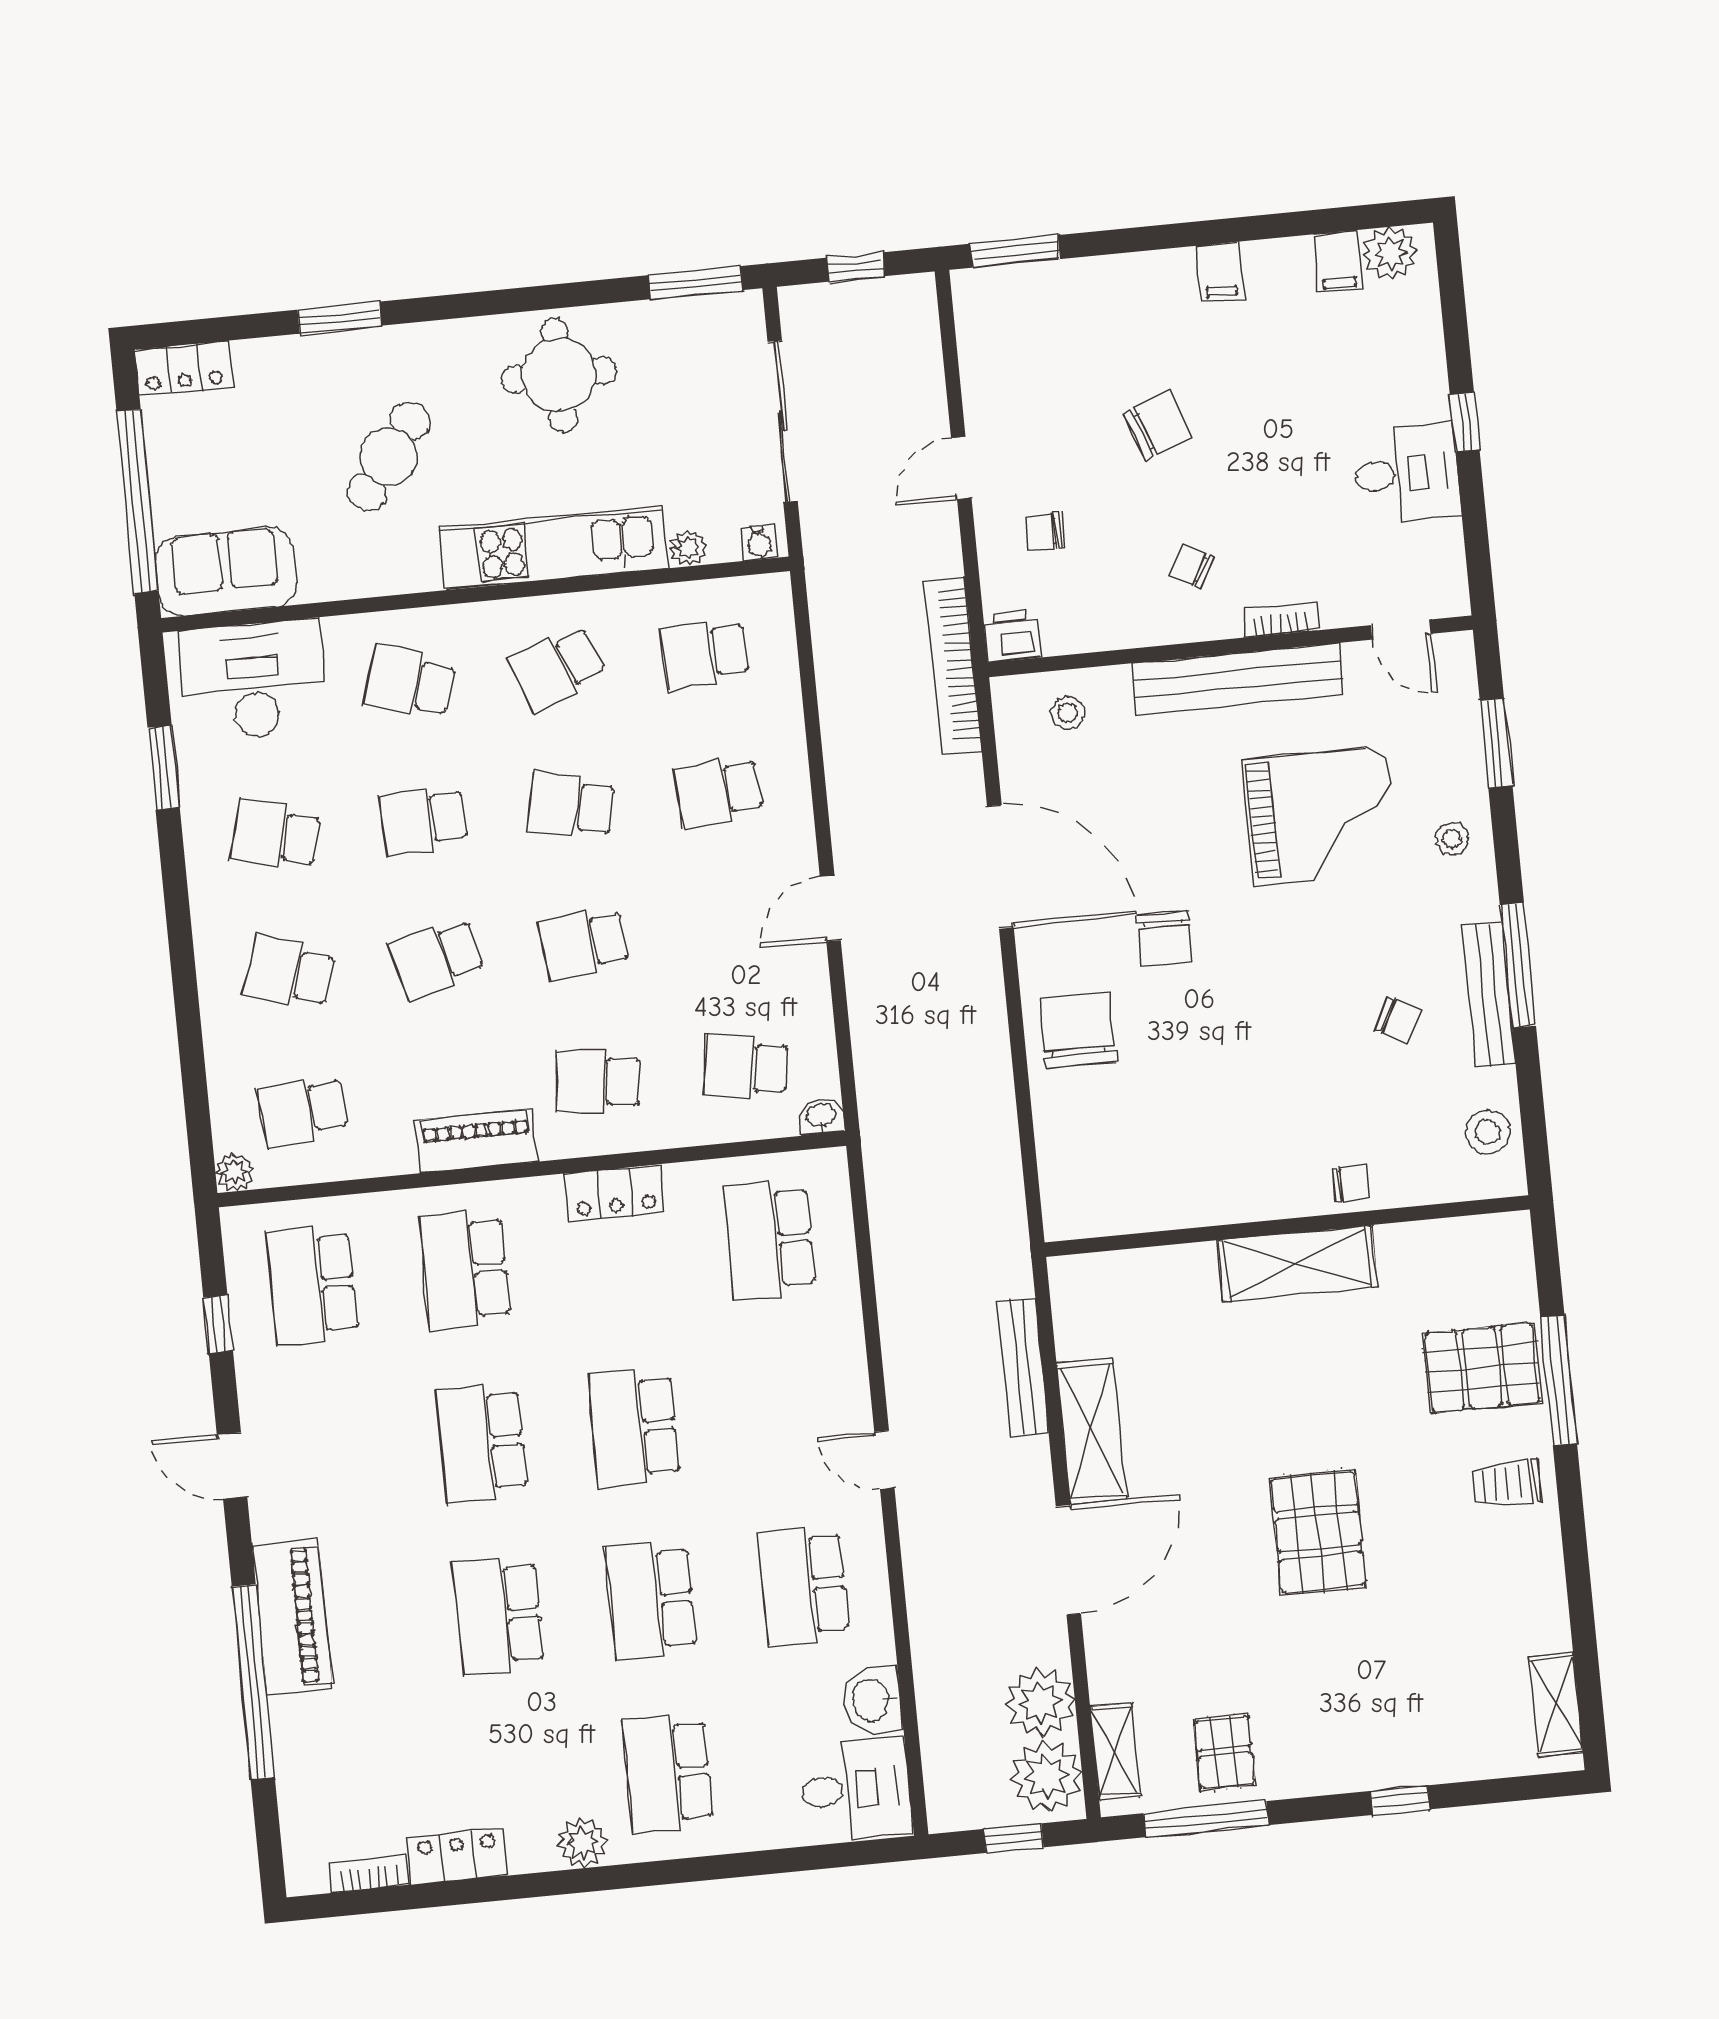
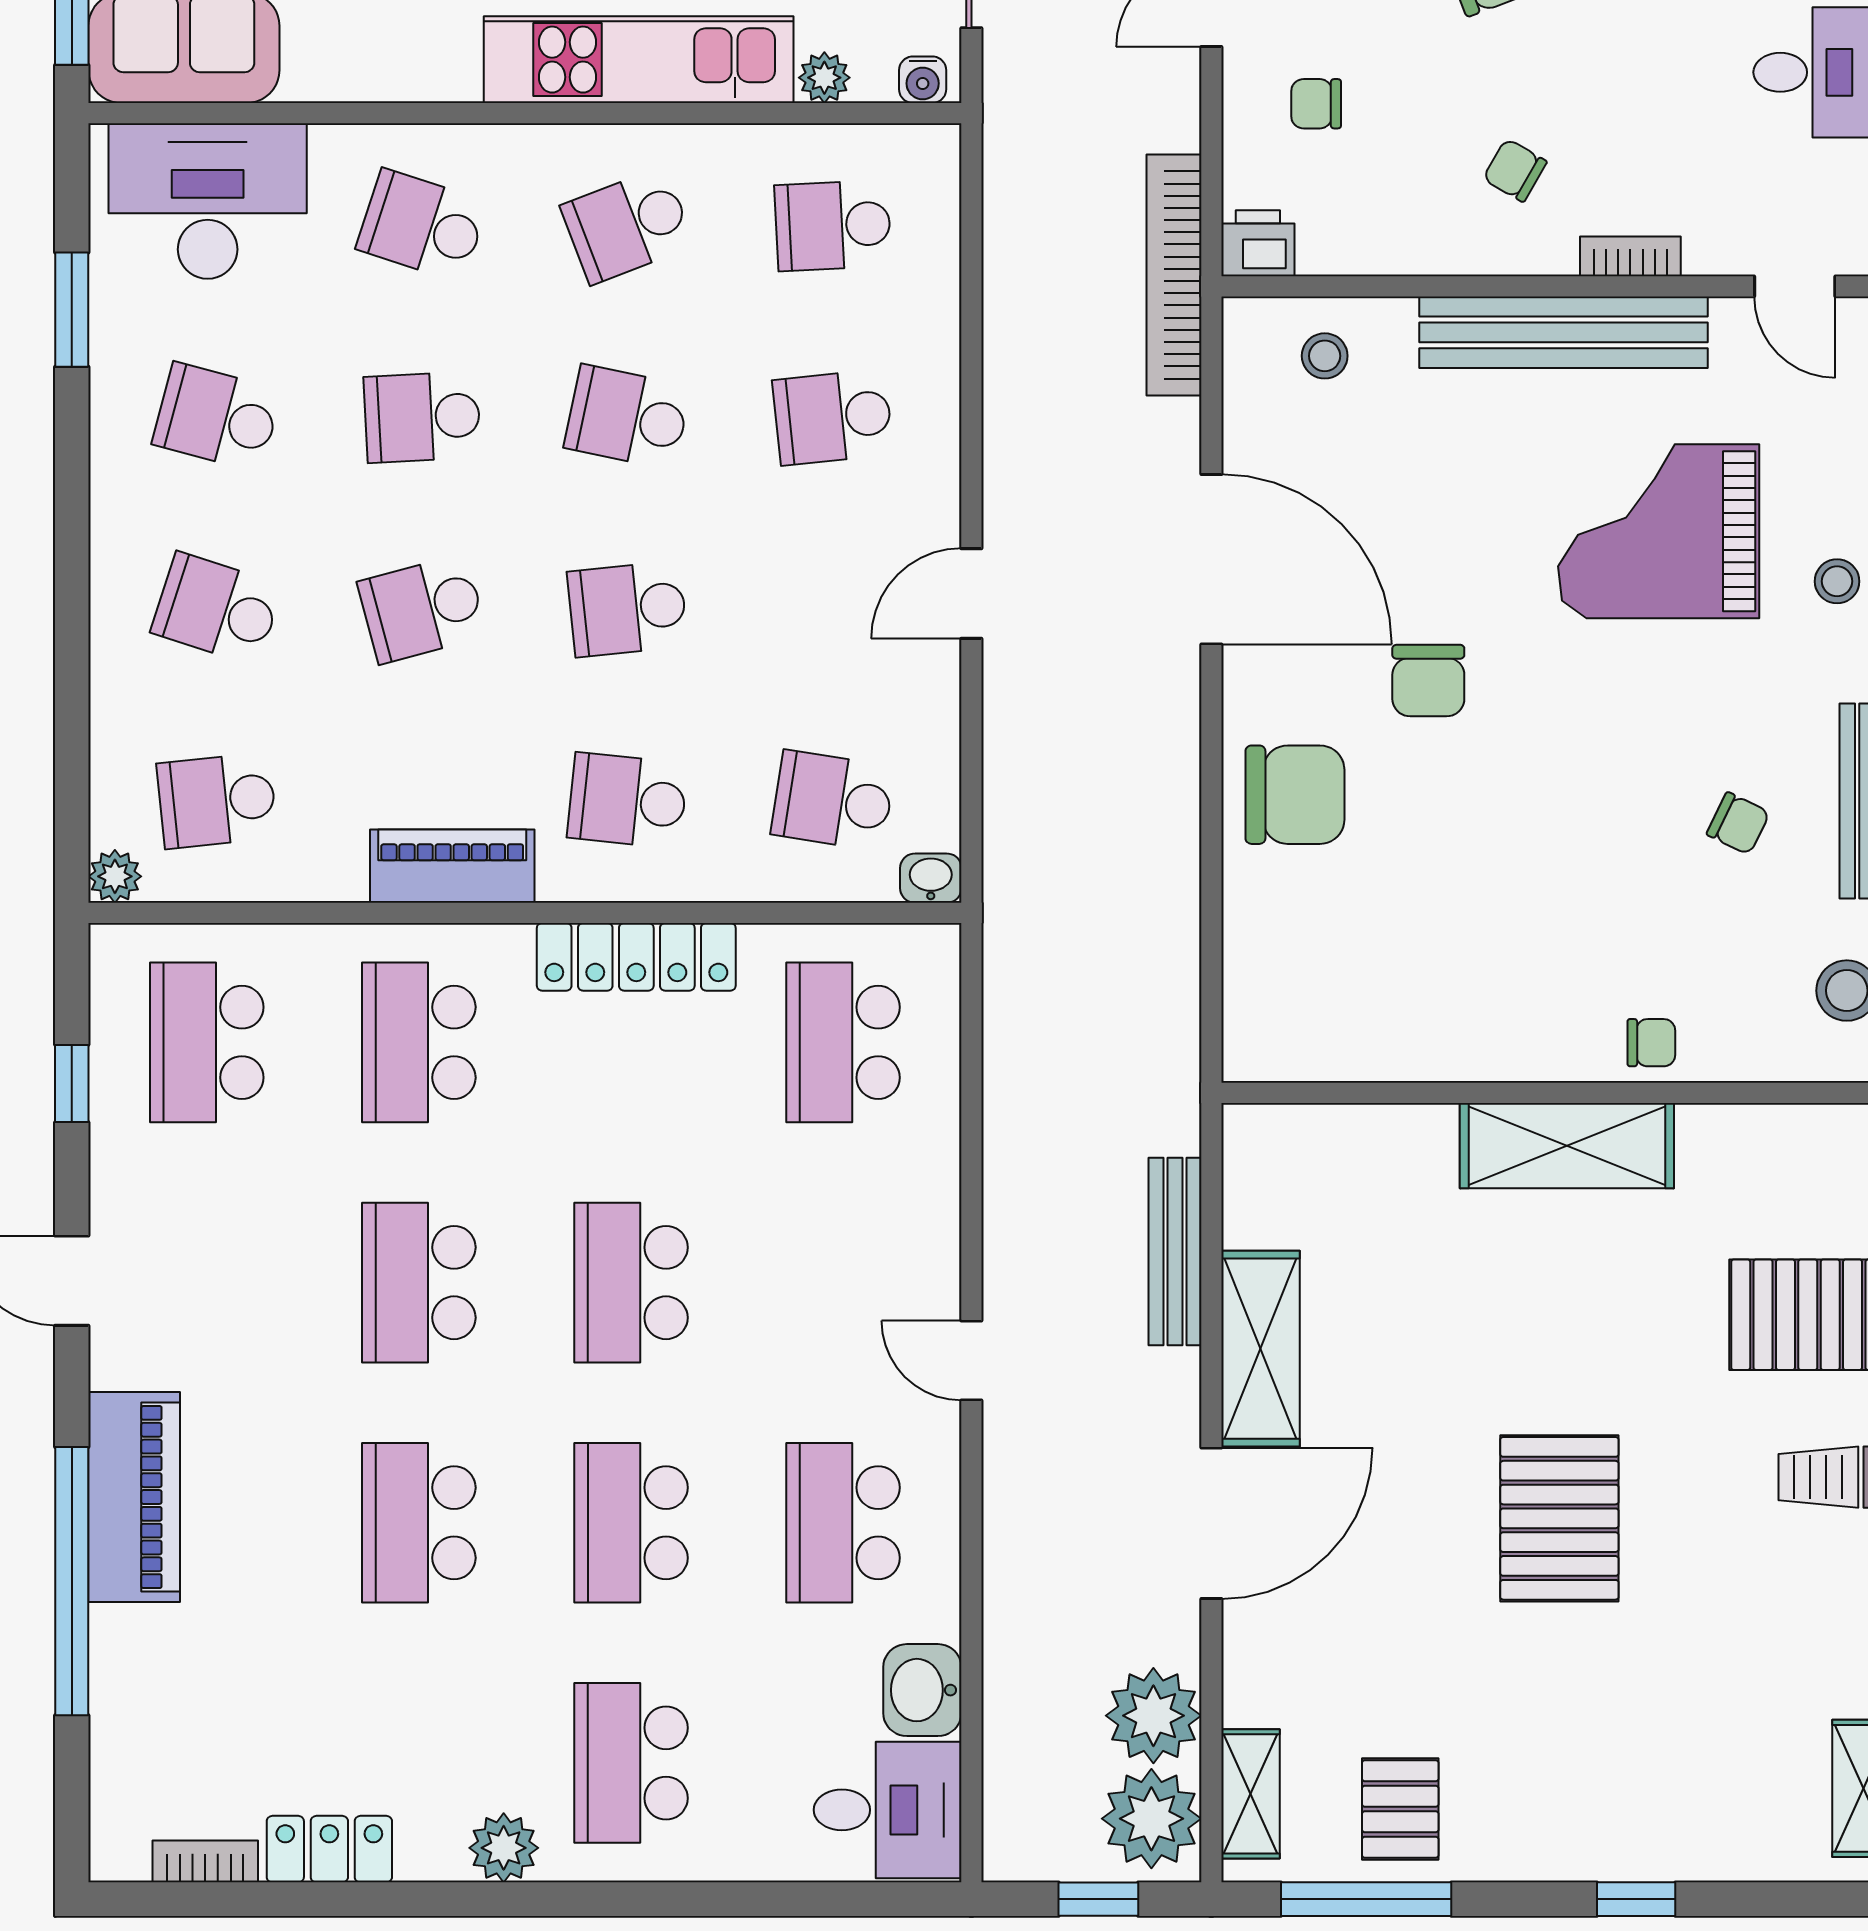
grand piano: (1320, 815) -> (1659, 531), turned 180
chair: (1077, 1030) -> (1295, 795), turned 90
locker: (615, 1193) -> (636, 957), width x1.53

